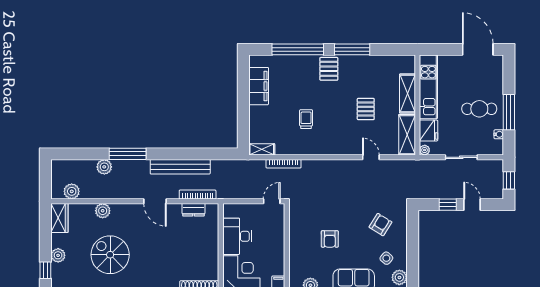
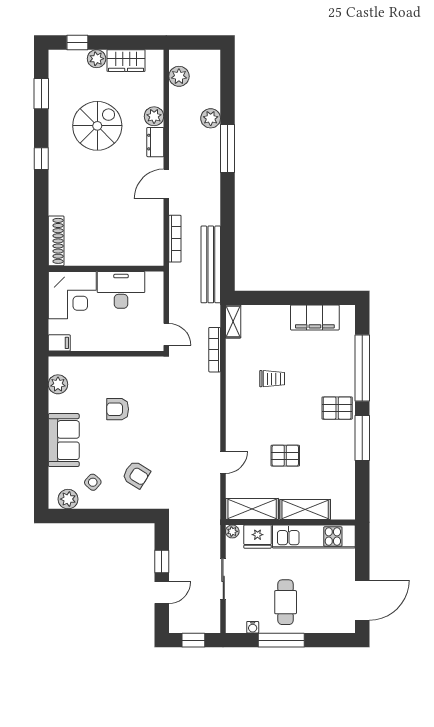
bench: (180, 167) -> (211, 264), moved
dresser: (193, 210) -> (155, 142), moved
wardrobe: (59, 218) -> (126, 61), moved

